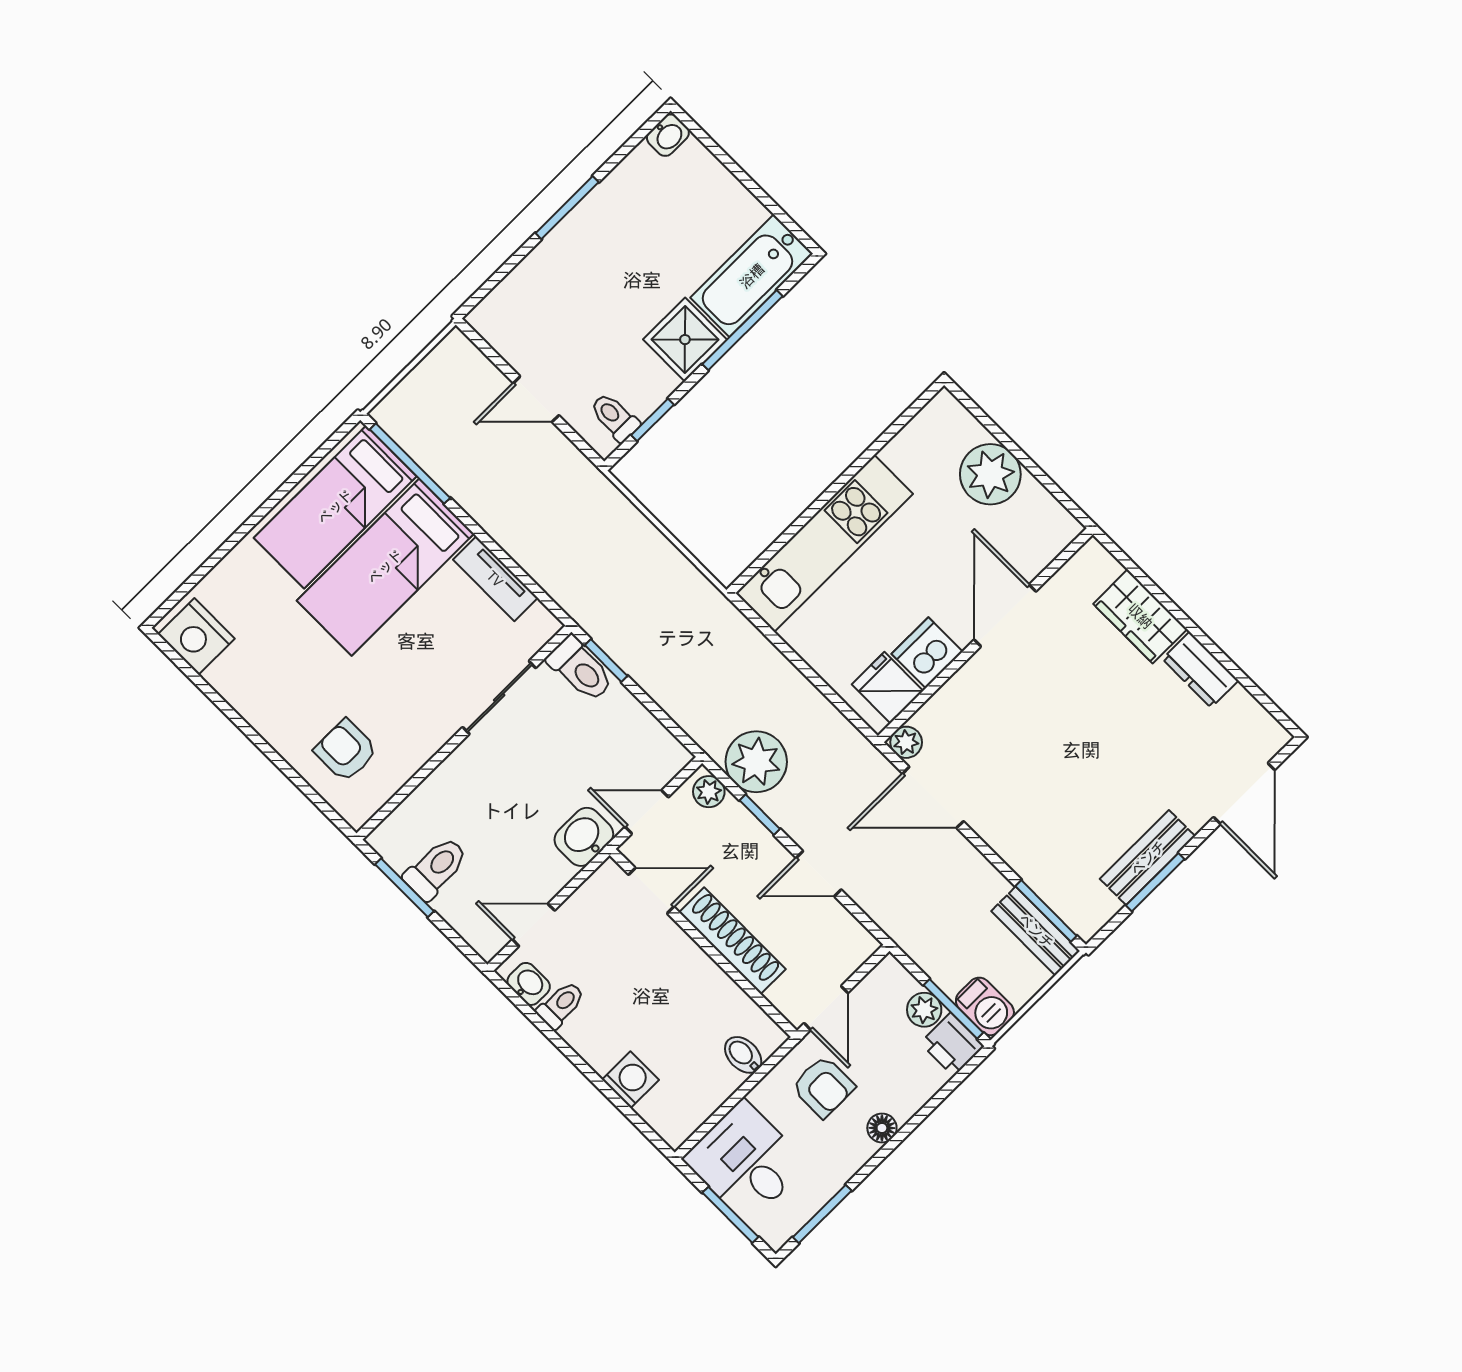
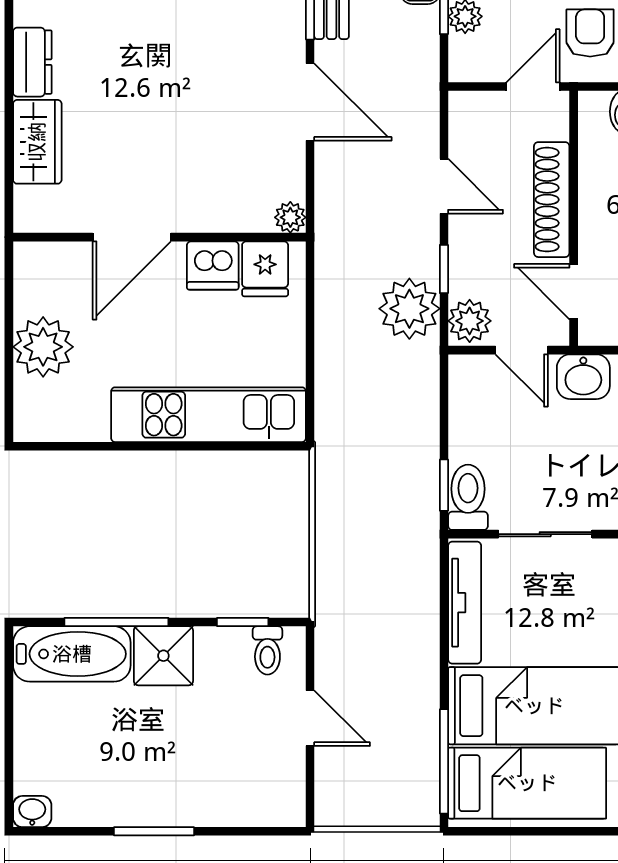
tv unit: (495, 579) -> (465, 603), width x1.41
plant: (709, 792) -> (470, 321), width x1.38, depth x1.38
door: (933, 797) -> (310, 102), moved

